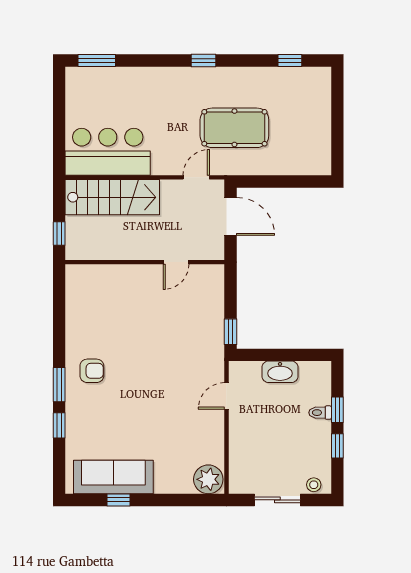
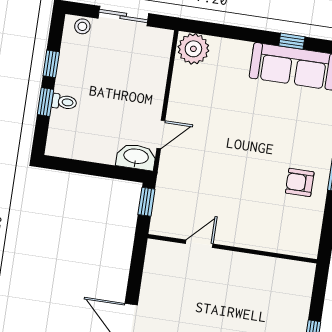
wall: (145, 262) -> (232, 249), moved
door: (176, 262) -> (199, 244), moved
washbasin: (280, 372) -> (136, 157), moved

